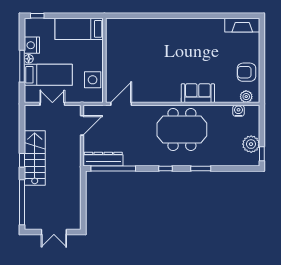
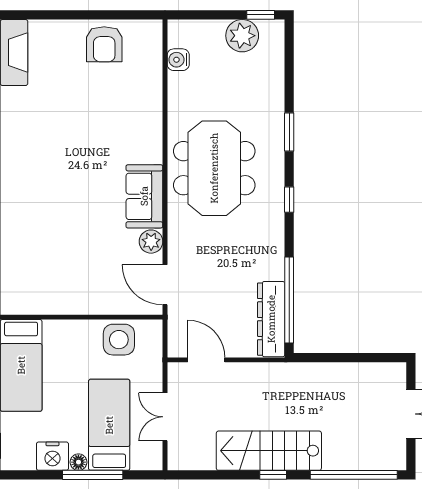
sofa: (198, 93) -> (144, 196), moved
plant: (246, 97) -> (151, 242), moved

